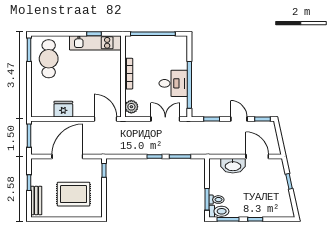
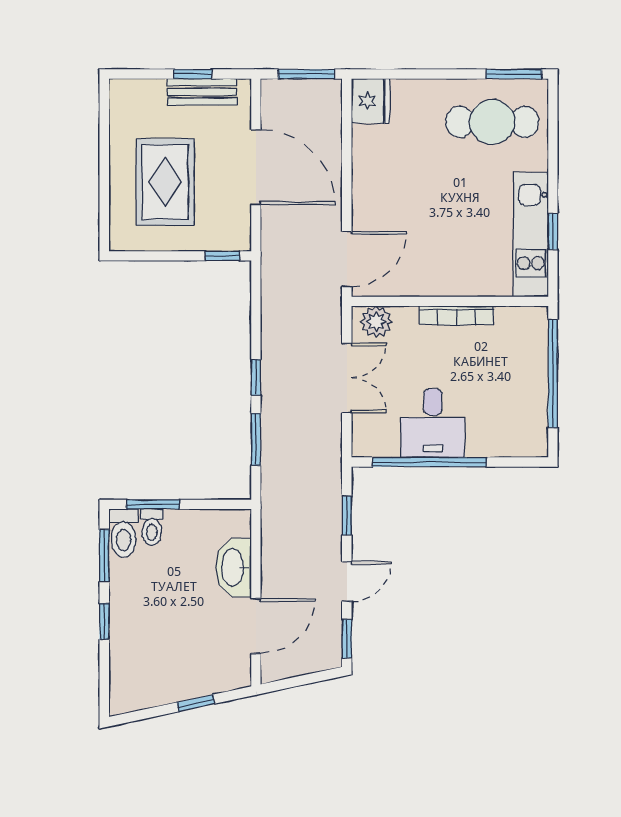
fridge: (63, 109) -> (371, 101), moved
double door: (165, 119) -> (347, 378), moved
bench: (36, 201) -> (202, 92), moved

